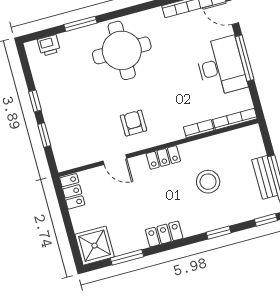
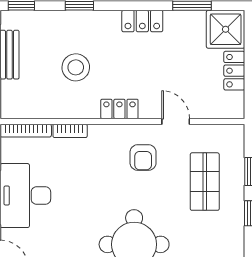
shop shelf: (78, 117) -> (205, 182), added
locker: (72, 191) -> (234, 71), moved

